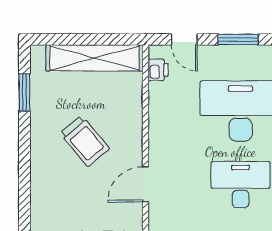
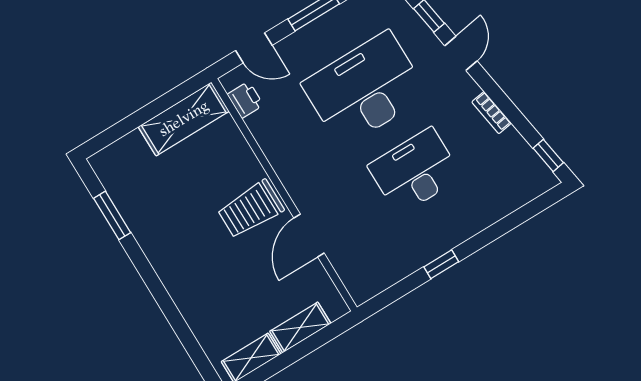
shelving: (95, 58) -> (184, 119), width x0.68
trolley: (85, 141) -> (251, 209), moved, turned 130

